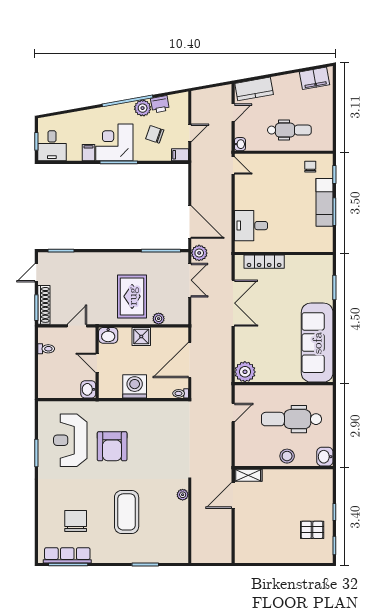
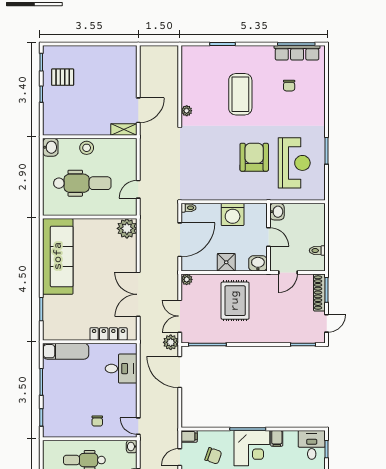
chair: (310, 167) -> (97, 421), moved
exam couch: (324, 202) -> (66, 351), moved, turned 90
plant: (159, 319) -> (187, 279), moved
chair: (76, 521) -> (289, 86), width x0.54, depth x0.54

